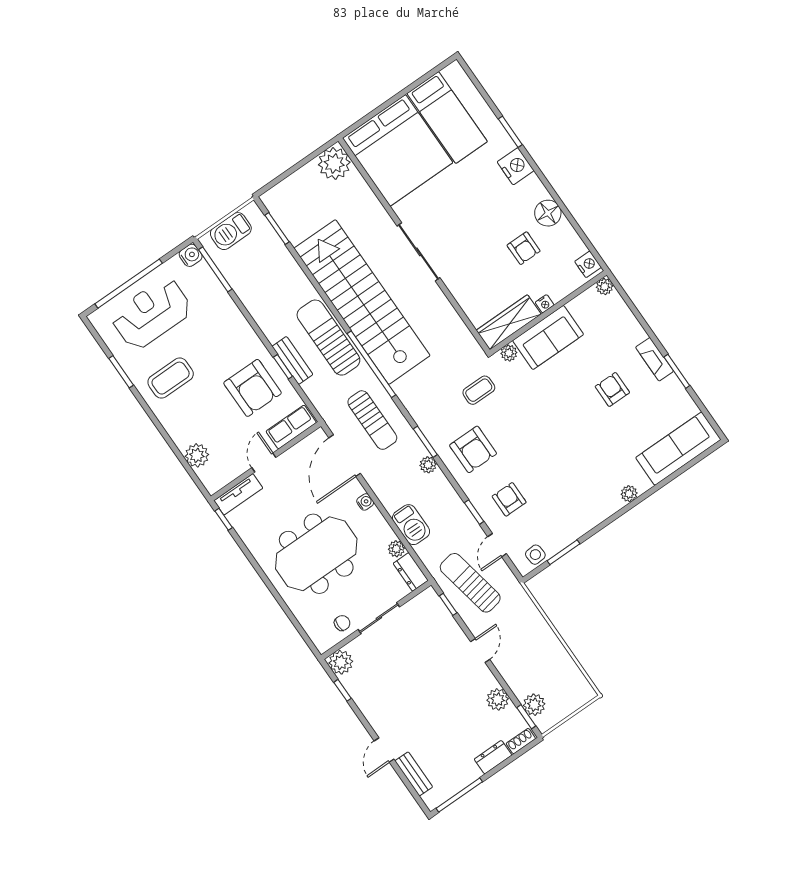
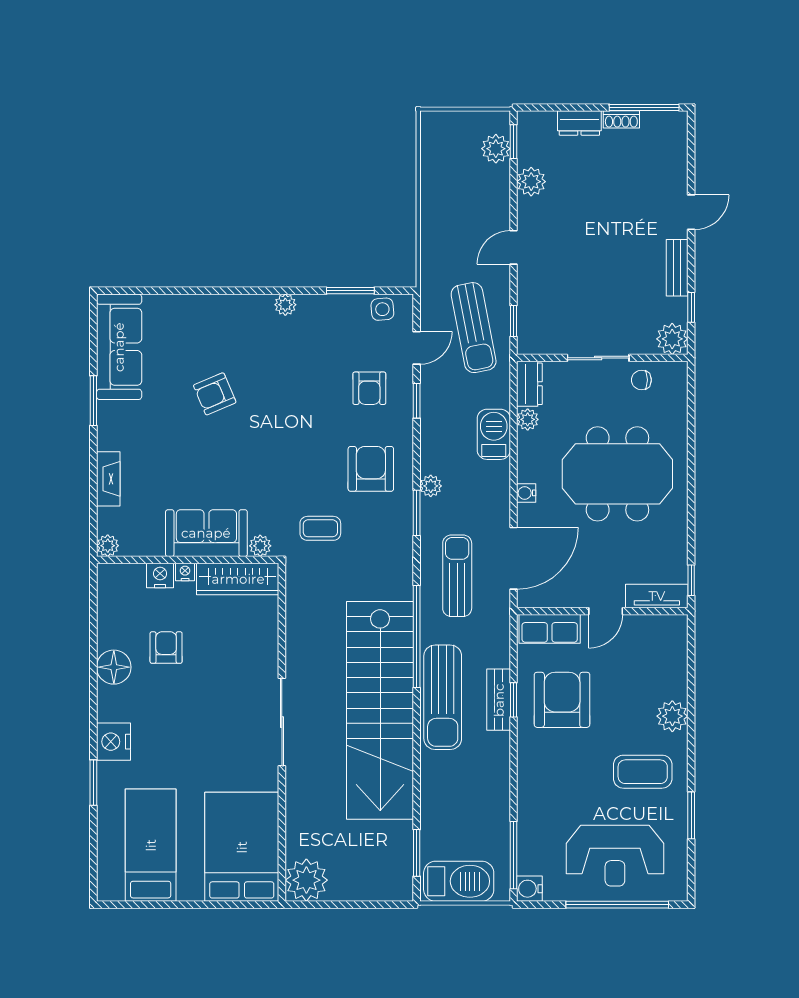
bed: (398, 150) -> (242, 847), width x0.73
barbecue: (231, 231) -> (459, 881), width x1.37, depth x1.21
nightstand: (588, 264) -> (160, 576), moved, turned 90
fireplace: (655, 359) -> (108, 479), moved
armchair: (612, 389) -> (215, 394), moved, turned 67
sofa: (678, 449) -> (119, 347), moved, turned -90
plant: (197, 455) -> (672, 716), moved
plant: (629, 494) -> (285, 305), moved
shoe rack: (521, 741) -> (621, 119), moved
bench: (414, 774) -> (677, 268), moved

